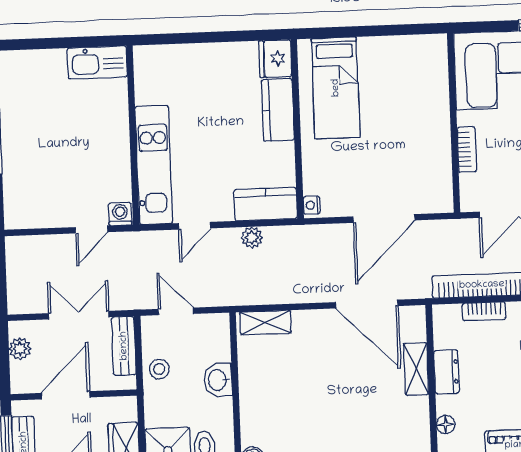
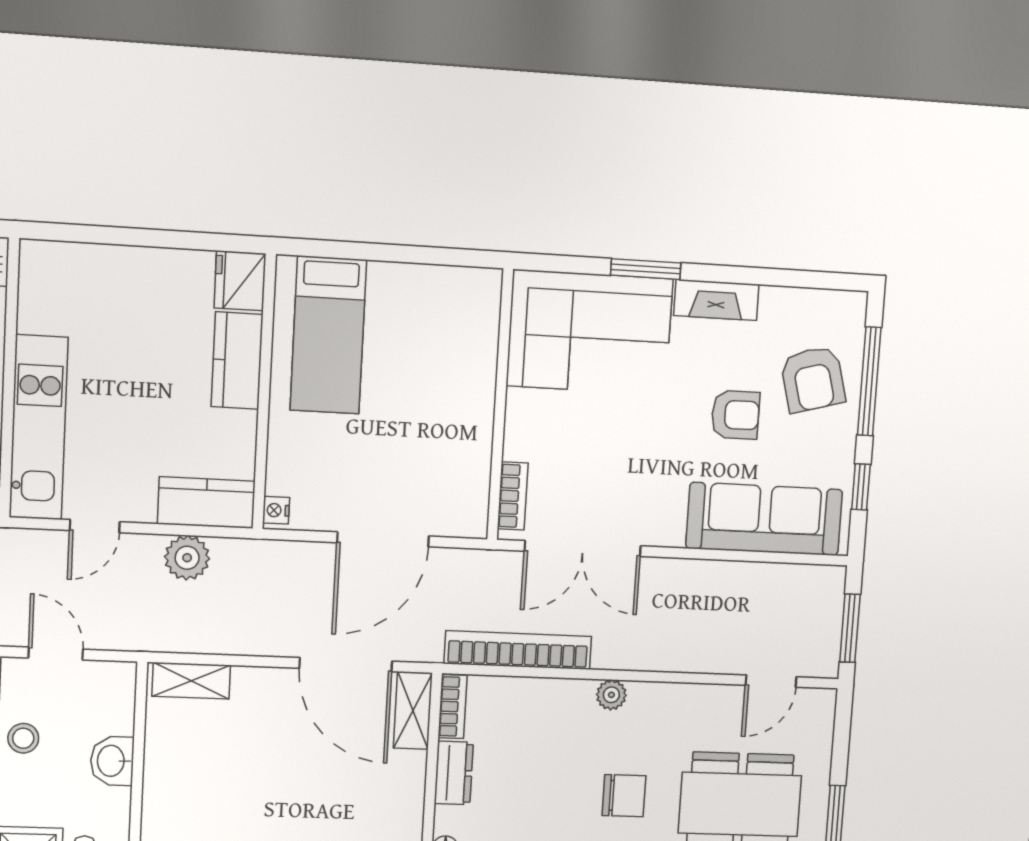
bookcase: (467, 150) -> (513, 496), moved
plant: (252, 237) -> (187, 558), width x1.38, depth x1.38
bookcase: (484, 311) -> (453, 707), moved, turned -90
shelving: (416, 369) -> (413, 711), moved

